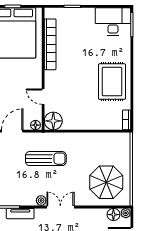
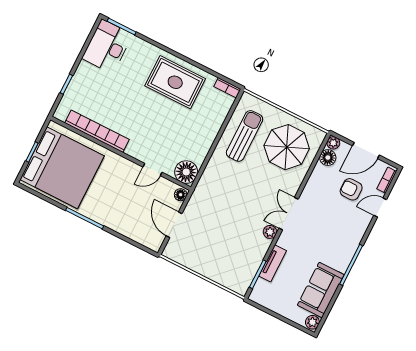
sun lounger: (46, 159) -> (244, 136), moved

